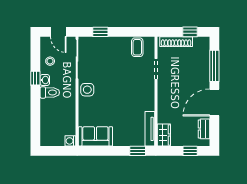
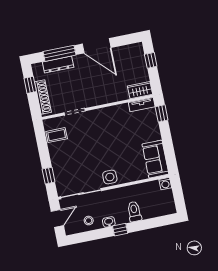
window: (35, 78) -> (120, 230), moved
toilet: (50, 92) -> (134, 212), moved
tv unit: (150, 129) -> (142, 105), width x0.71
dresser: (204, 129) -> (58, 65), moved, width x1.44

